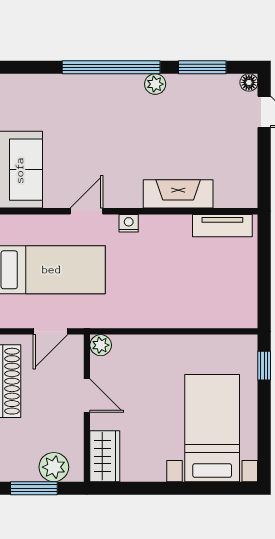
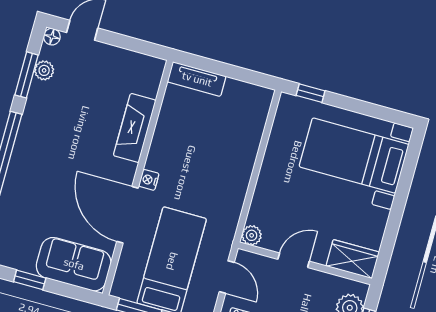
plant: (155, 84) -> (44, 70), moved
door: (87, 211) -> (128, 215), width x1.87
tv unit: (222, 226) -> (197, 79), moved, turned 90

